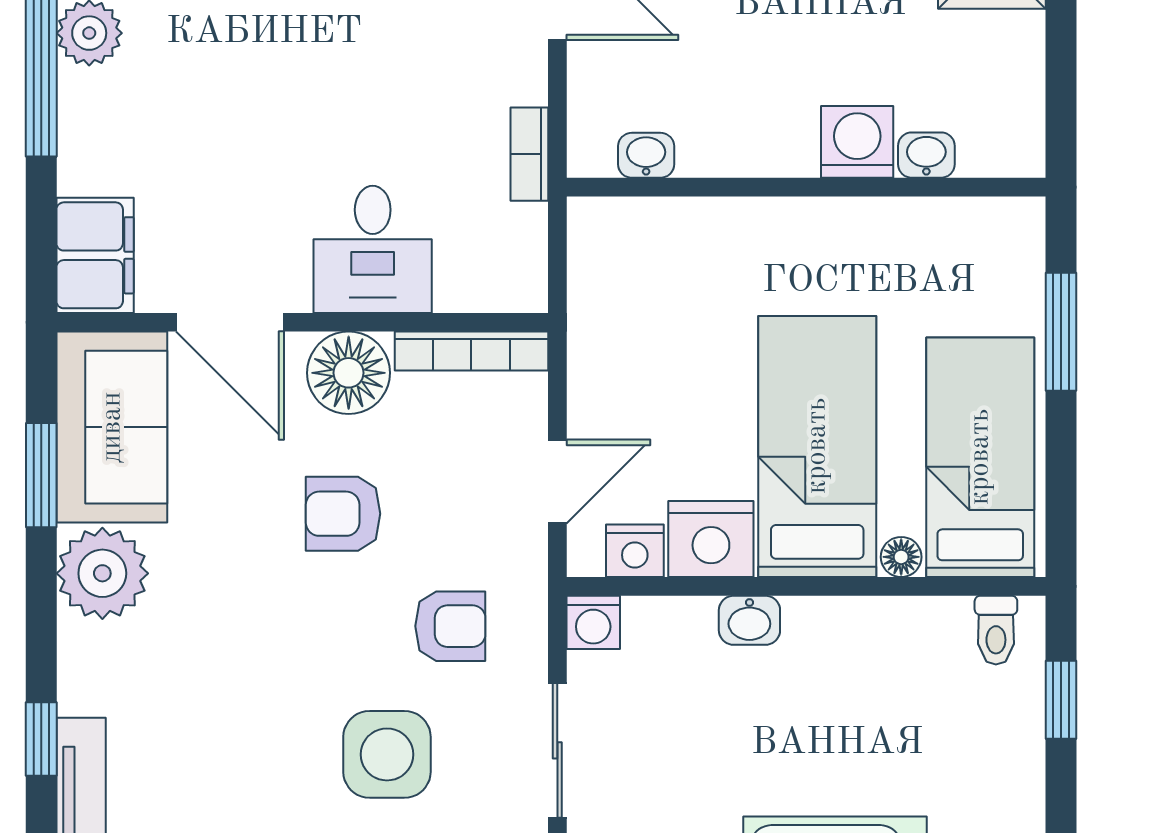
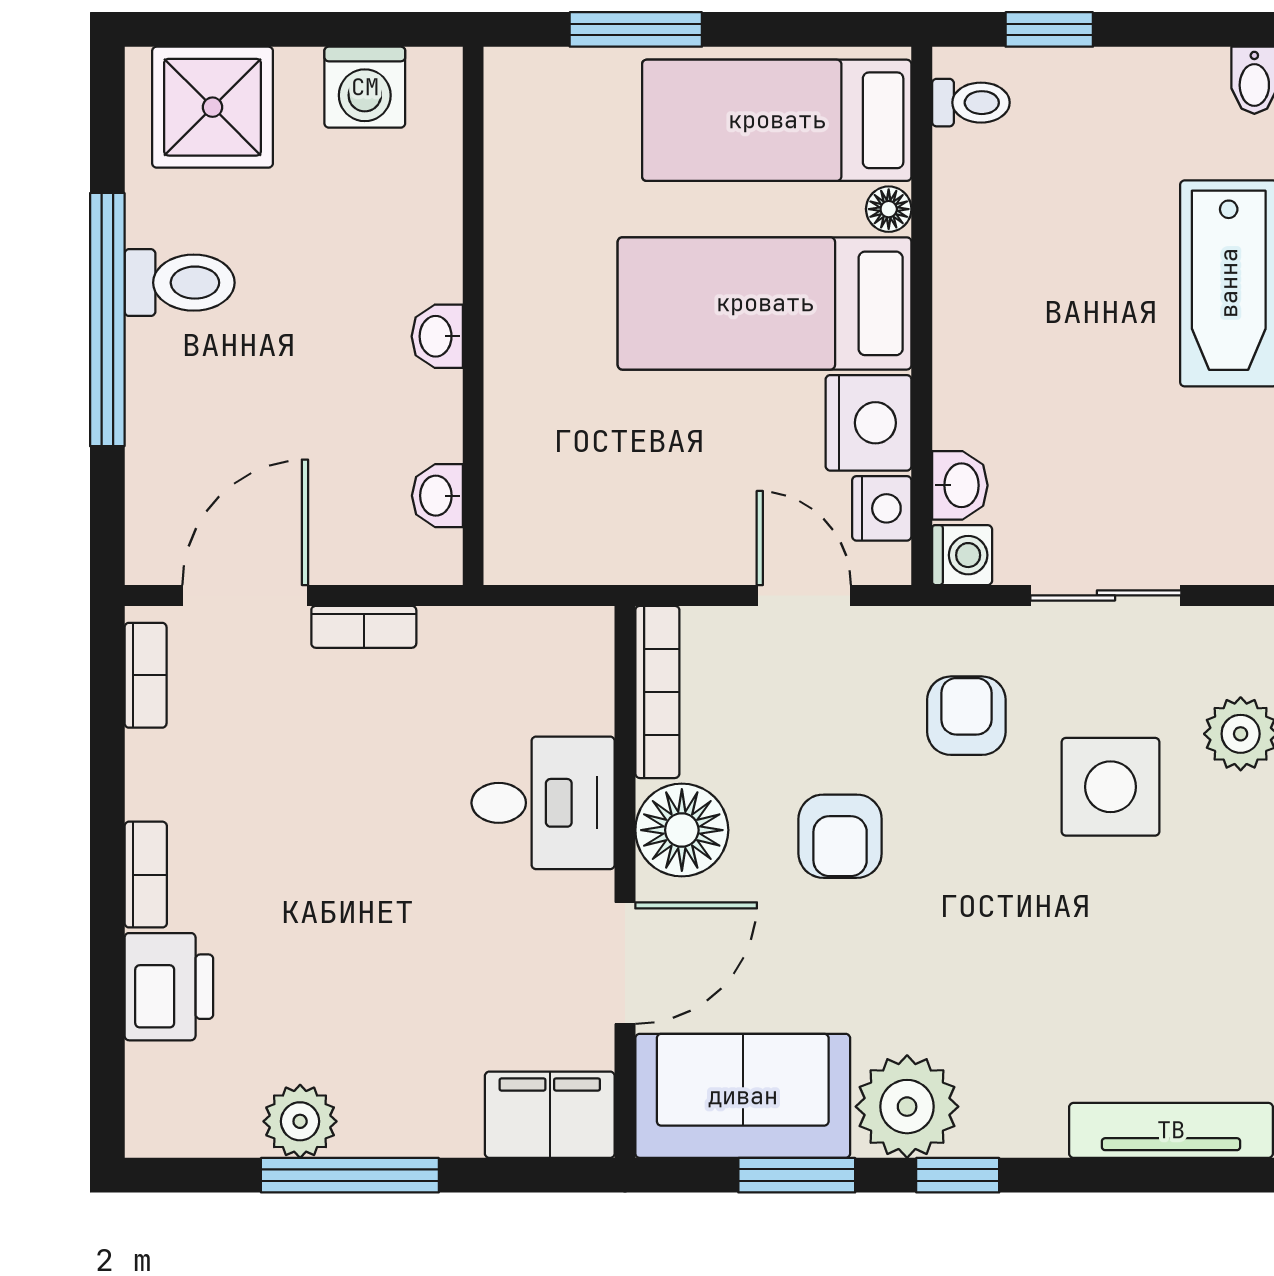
washing machine: (857, 142) -> (365, 87), moved, turned -90
bookcase: (529, 154) -> (364, 627), moved
washbasin: (926, 155) -> (437, 336), moved
washbasin: (749, 620) -> (960, 485), moved
window: (41, 739) -> (958, 1175), moved

